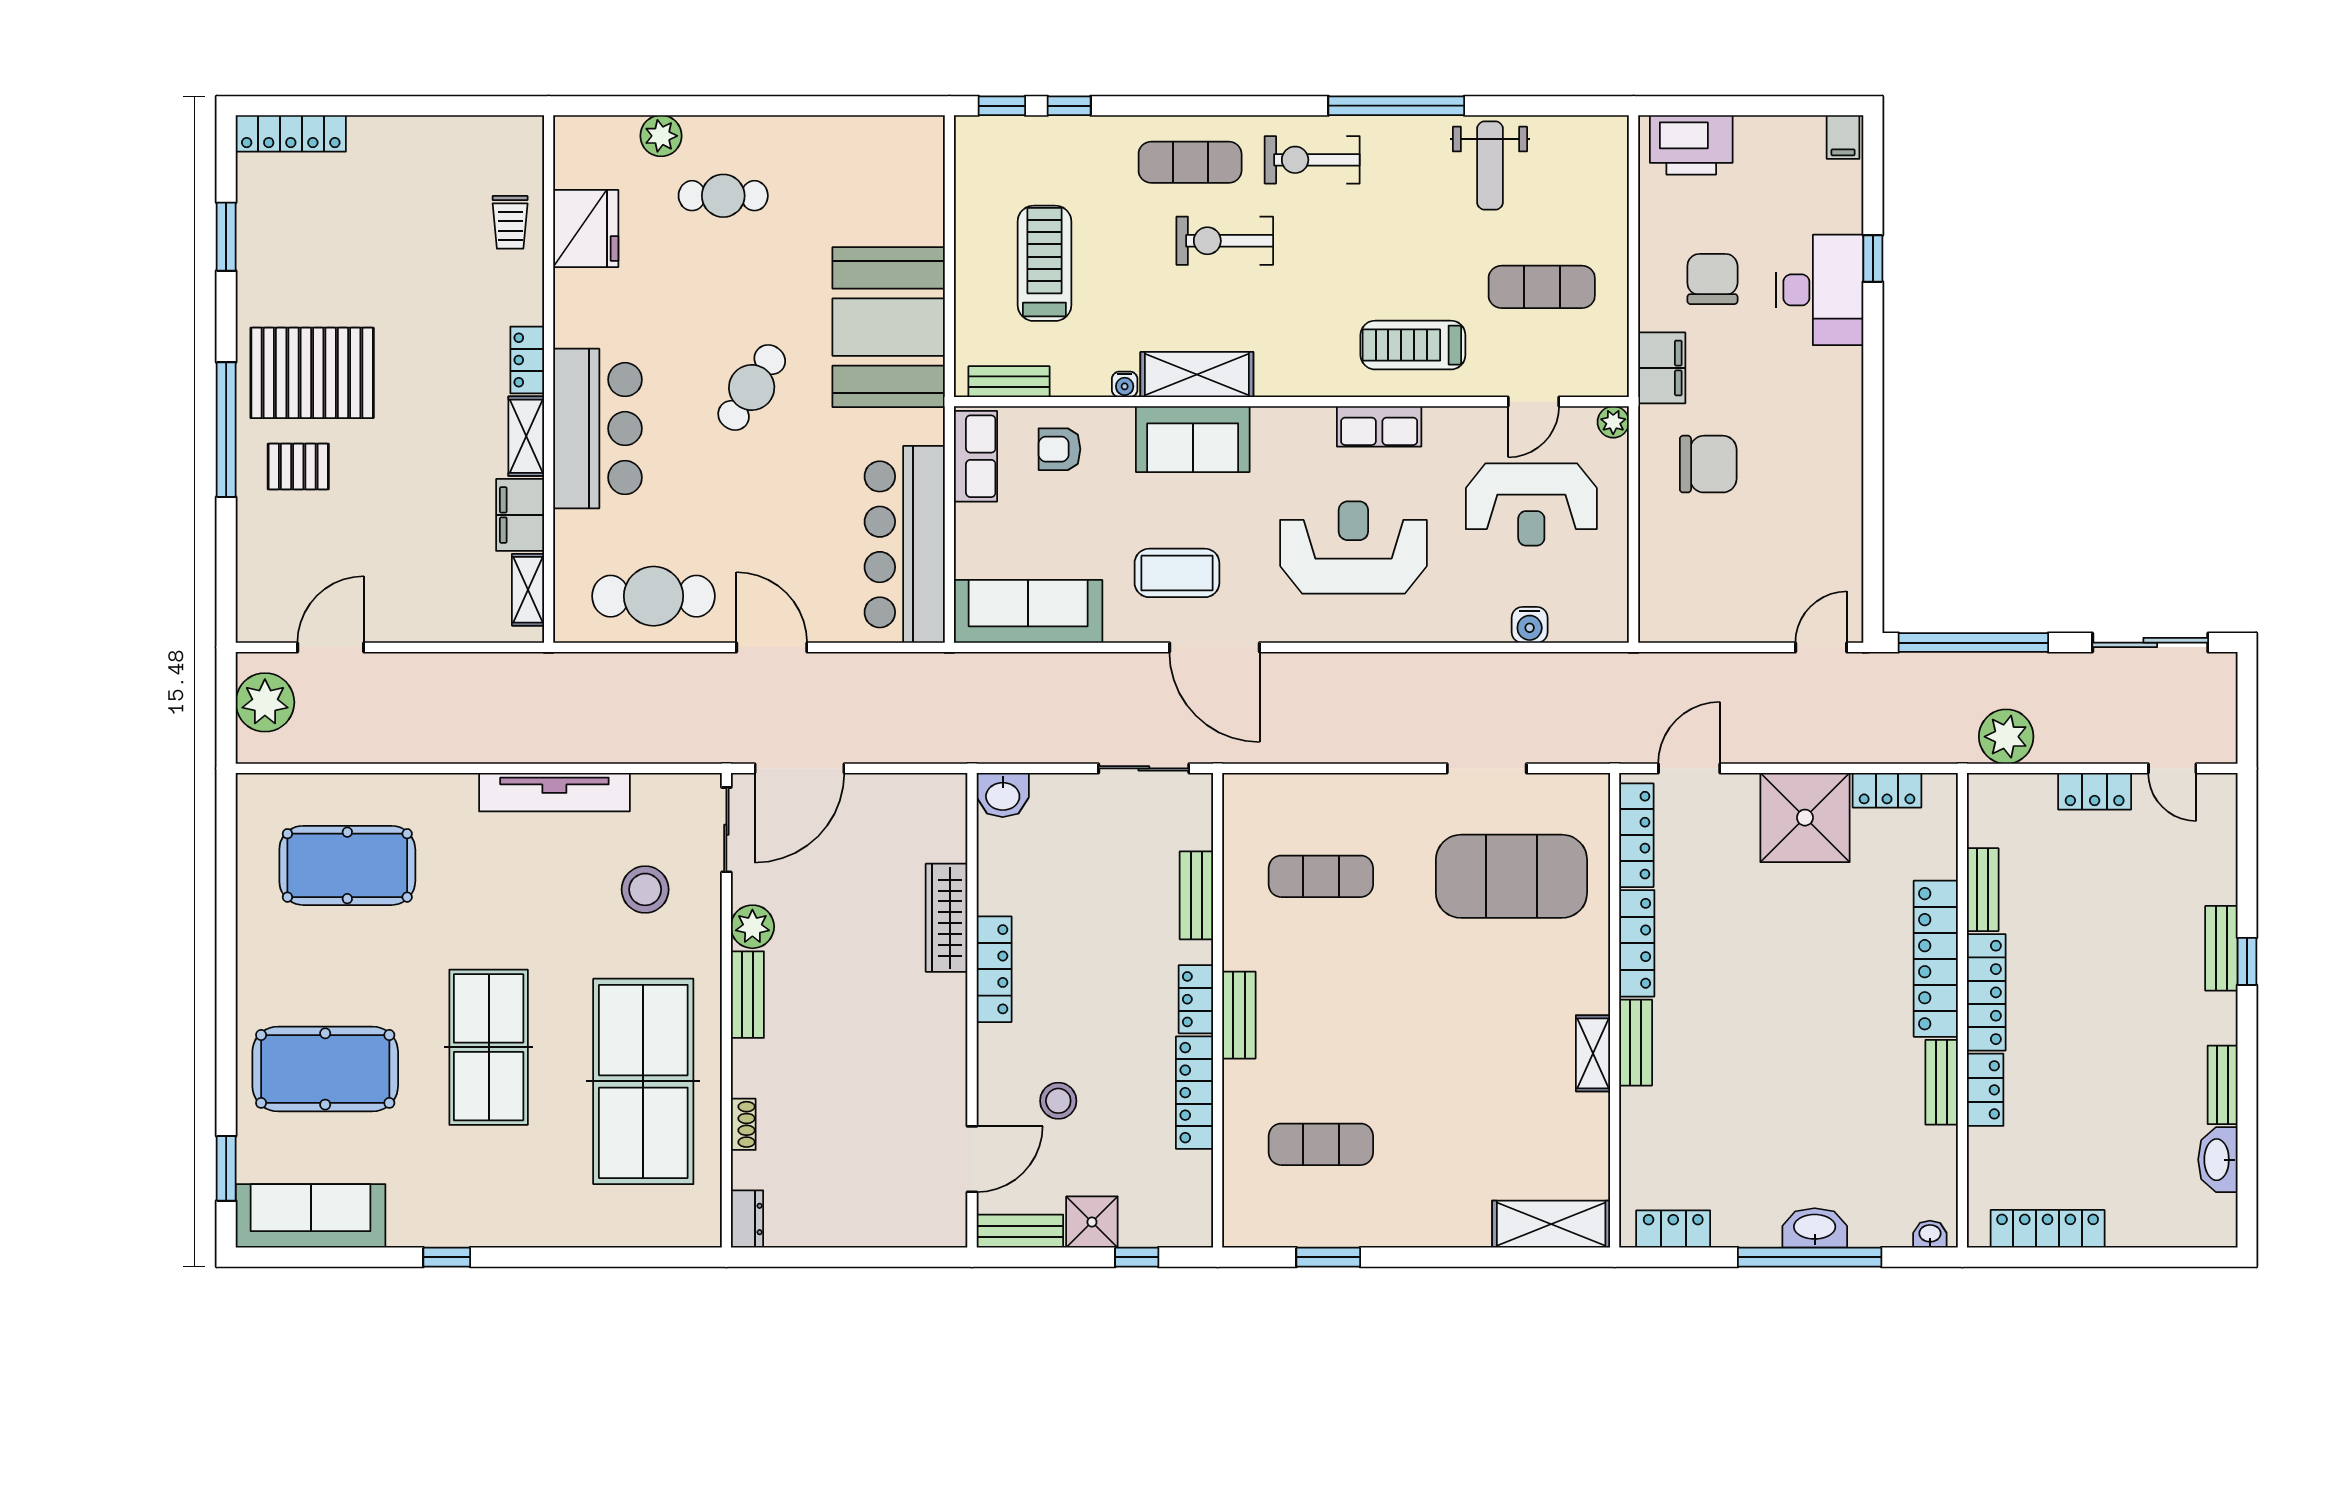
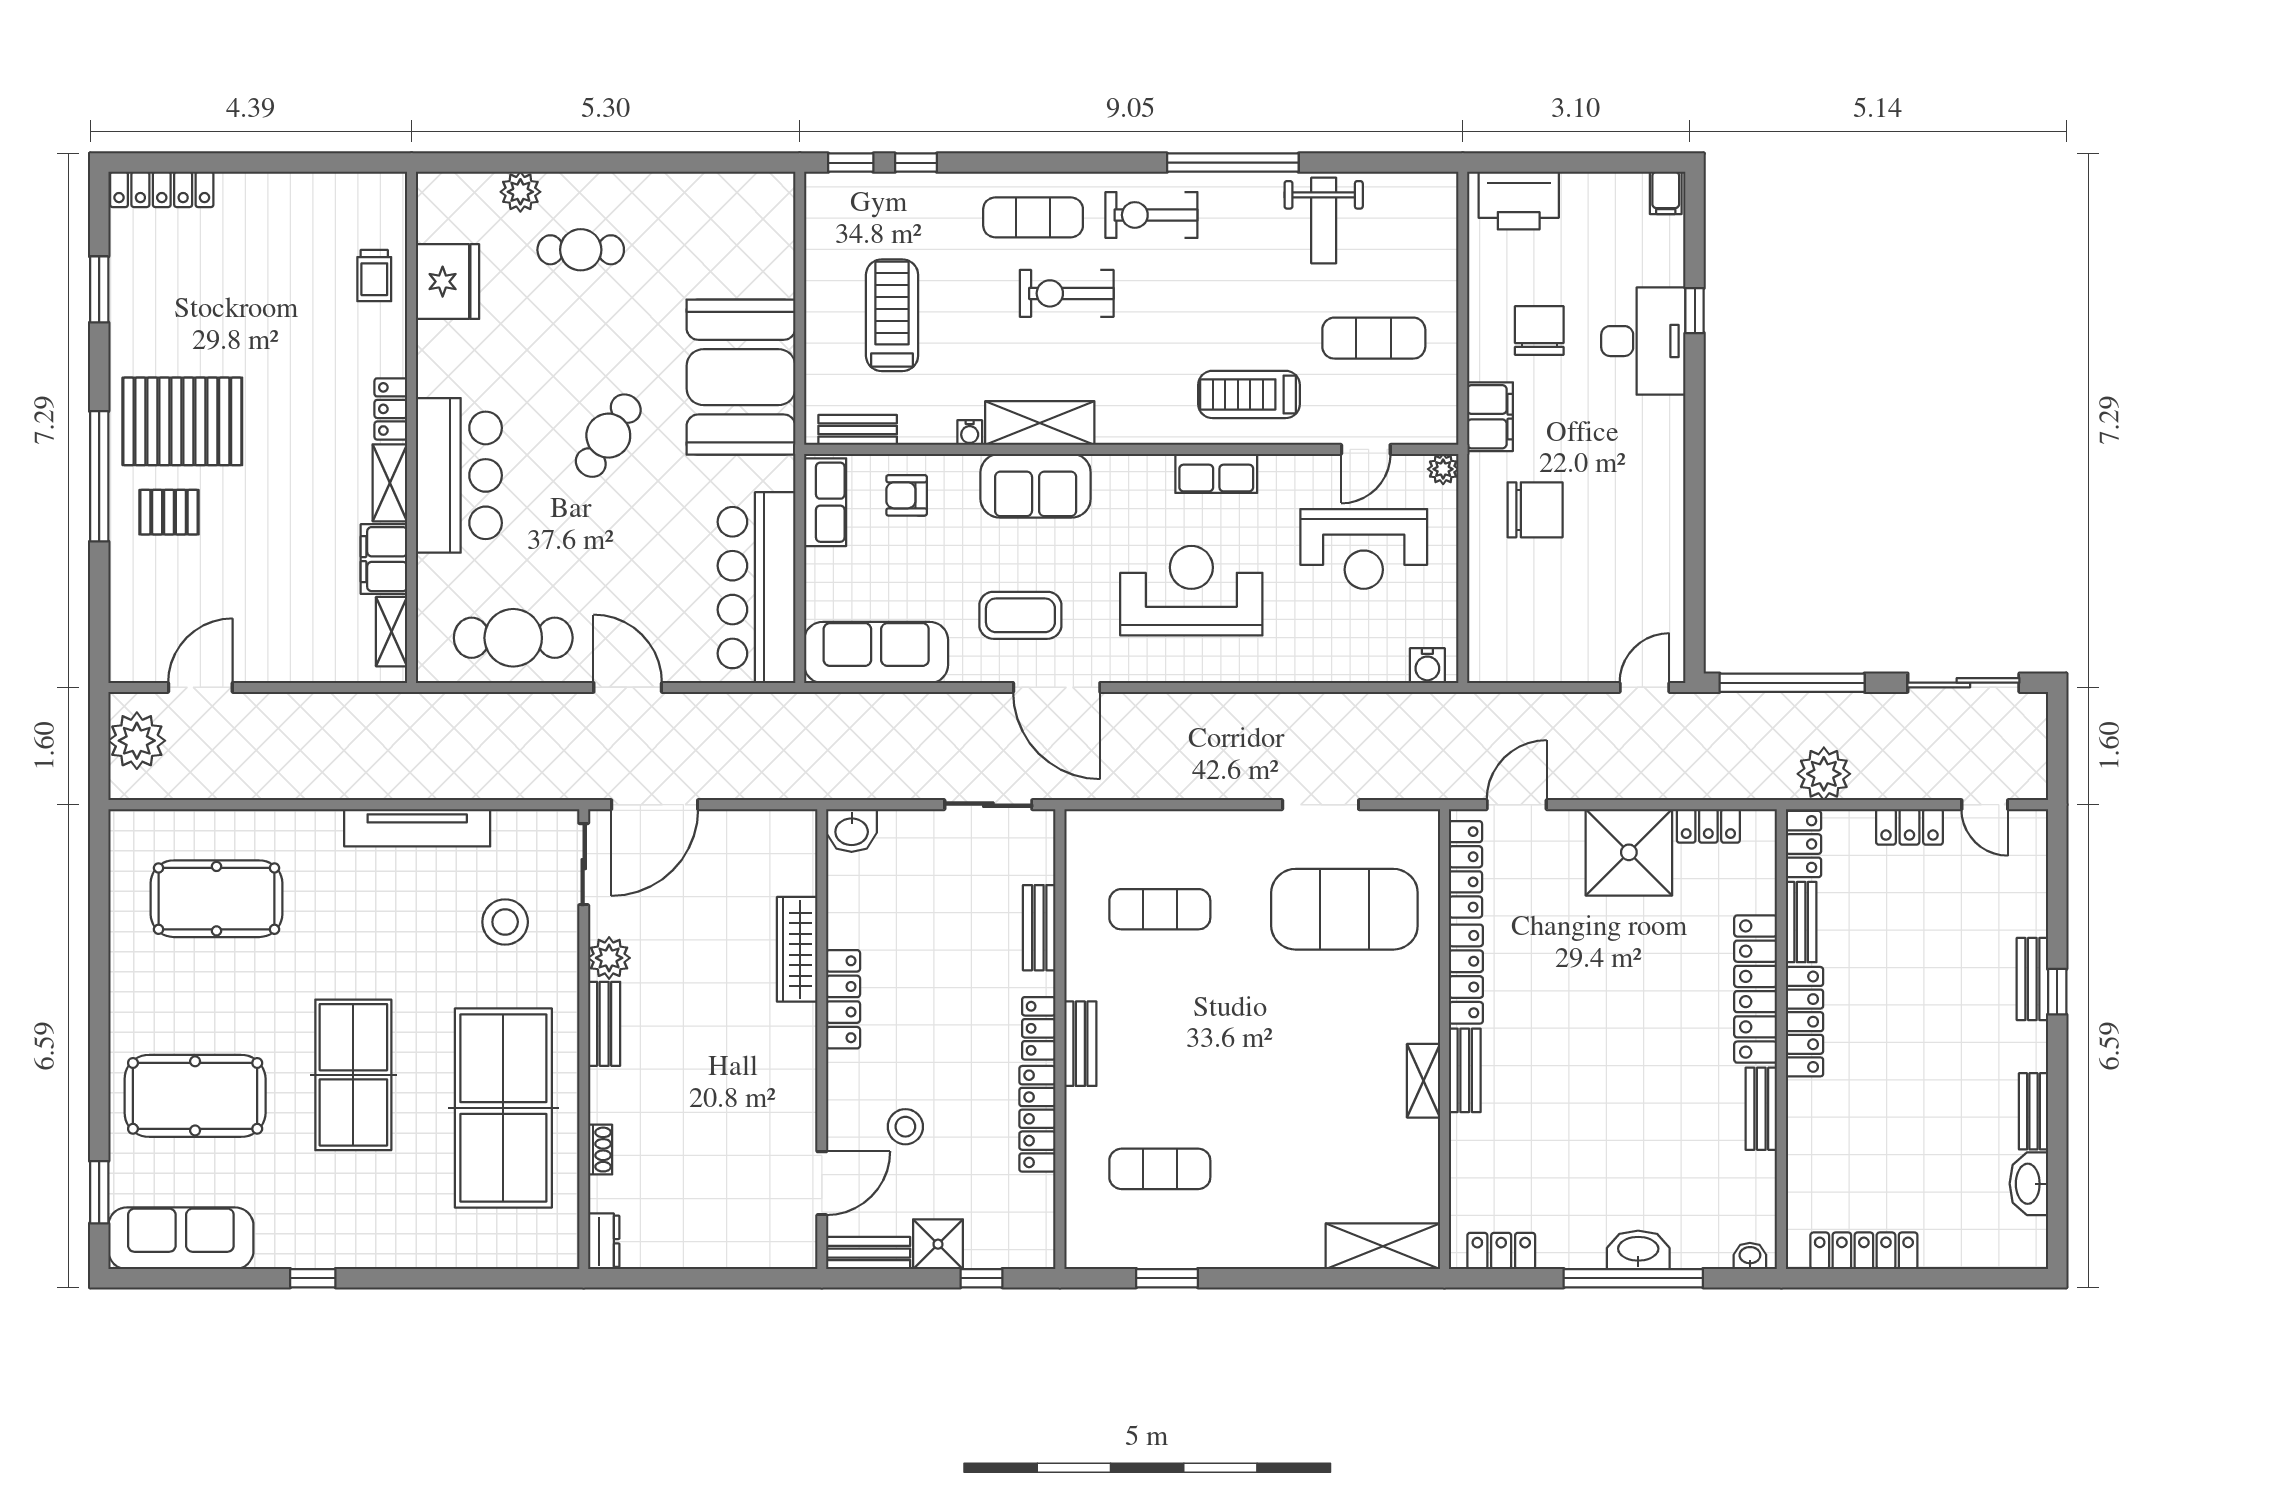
water cooler: (1530, 625) -> (1427, 666), moved
locker: (1985, 1090) -> (1803, 844), moved

